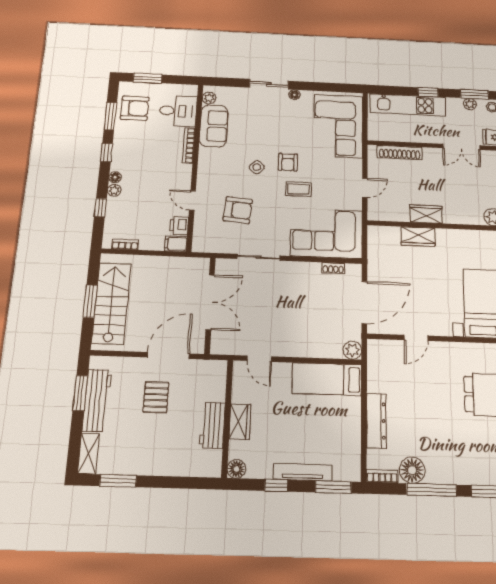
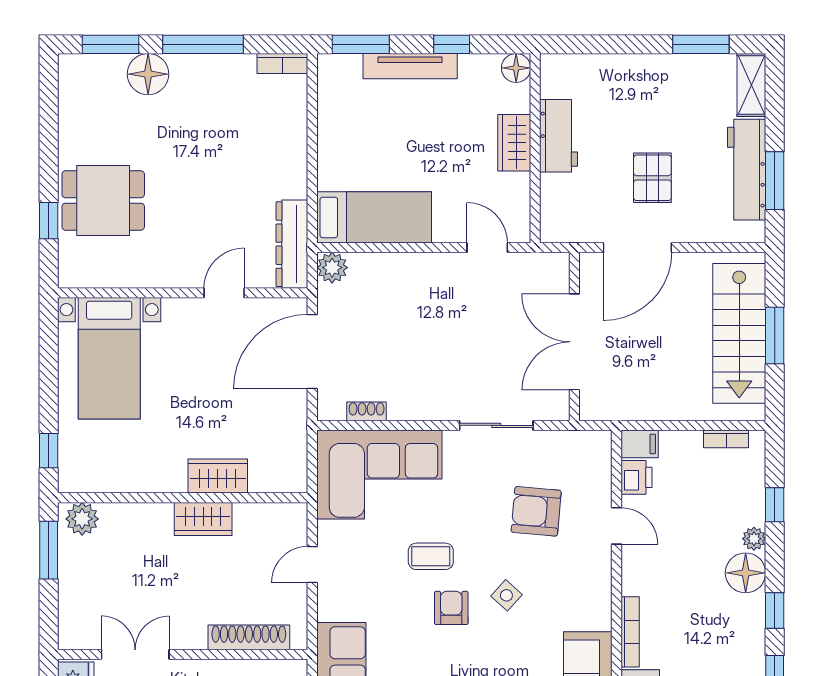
floor lamp: (115, 177) -> (746, 573), width x1.89, depth x1.89
dresser: (376, 421) -> (292, 244), moved
floor lamp: (412, 470) -> (148, 74), moved

